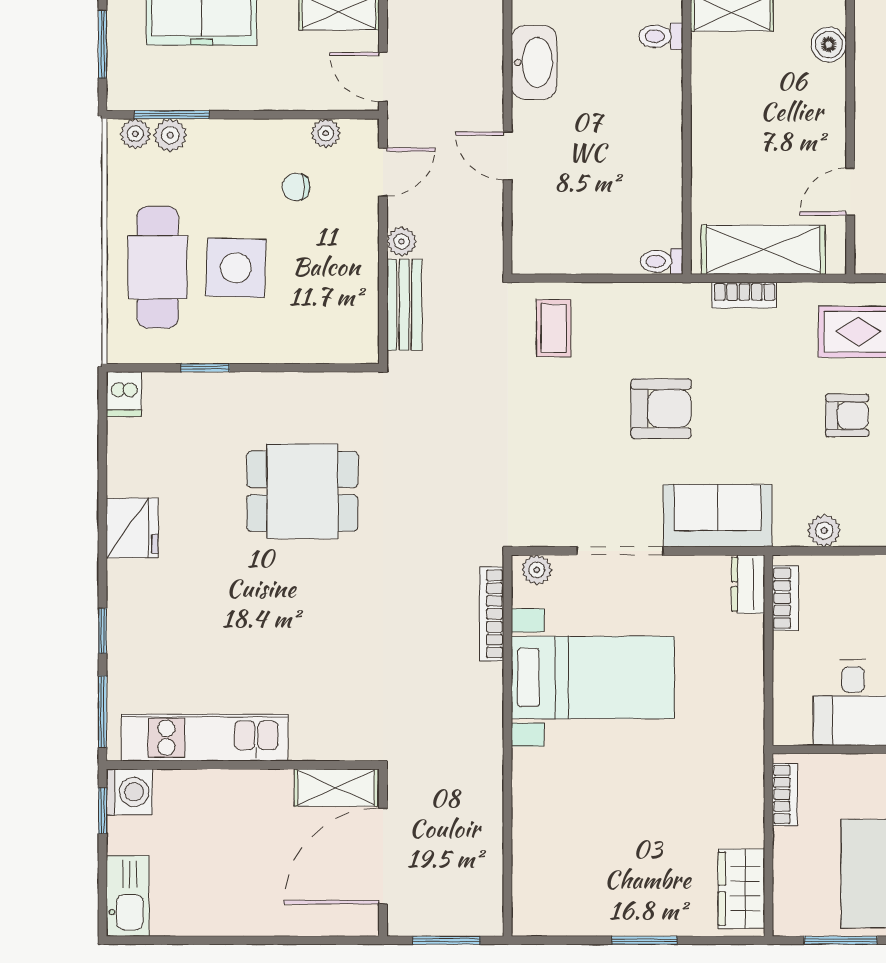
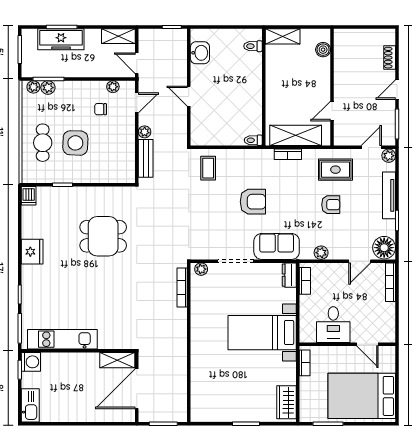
washbasin: (534, 62) -> (200, 53), width x0.72
cafe table: (158, 267) -> (43, 143), width x0.73, depth x0.74
bed with nightstands: (593, 677) -> (262, 333), moved, turned 180

